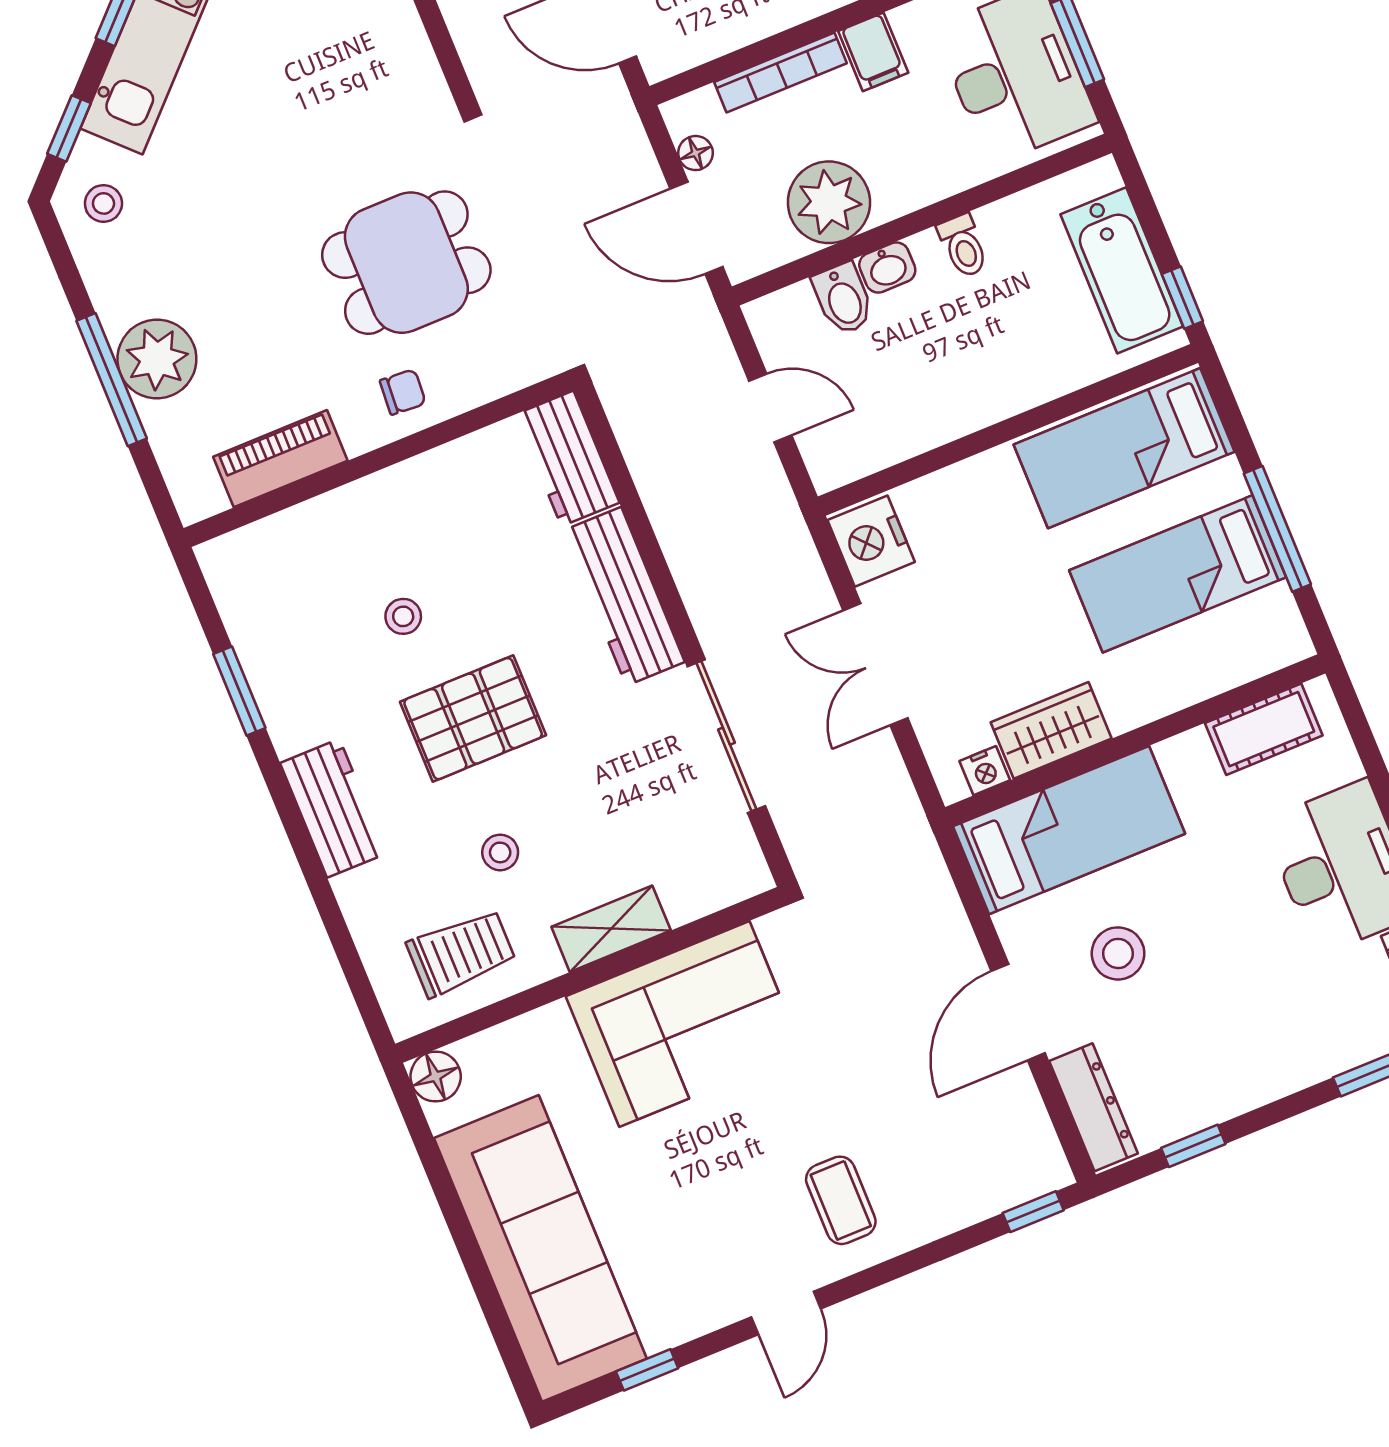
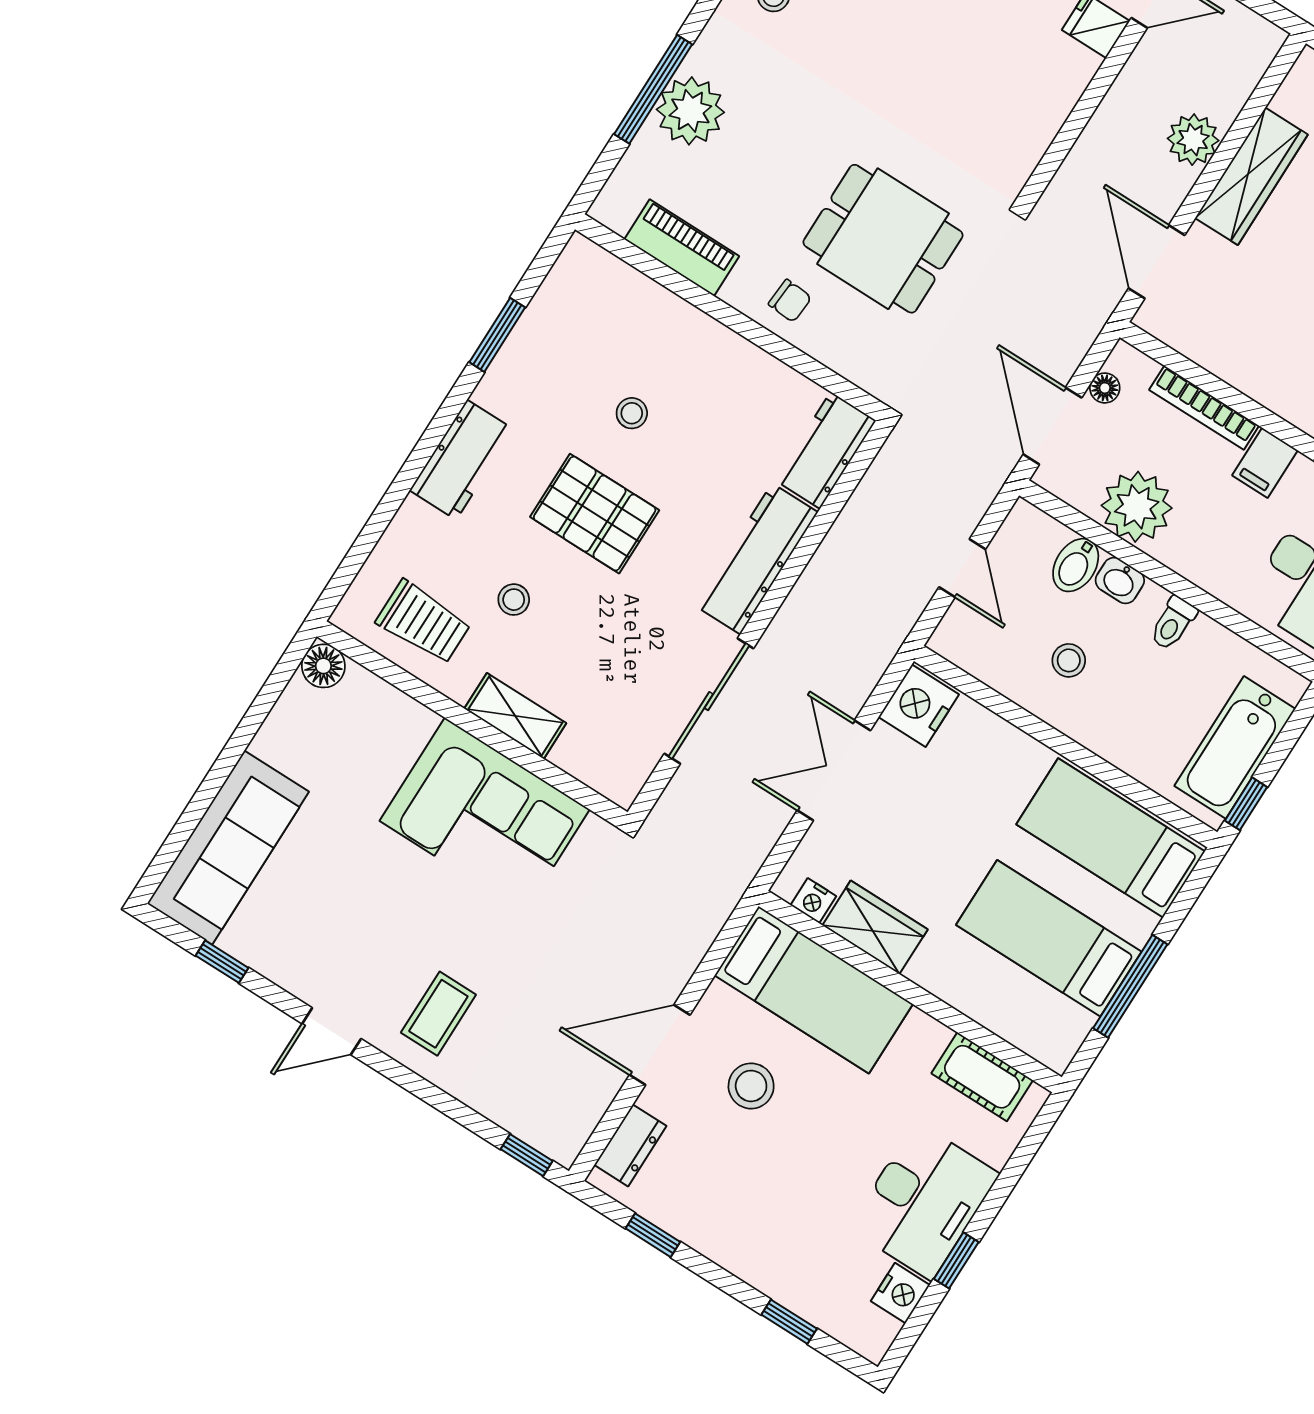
stool: (929, 369) -> (1069, 660), added
dresser: (1093, 1107) -> (630, 1145), width x0.70
sofa: (540, 1248) -> (228, 848), width x0.74, depth x0.79

